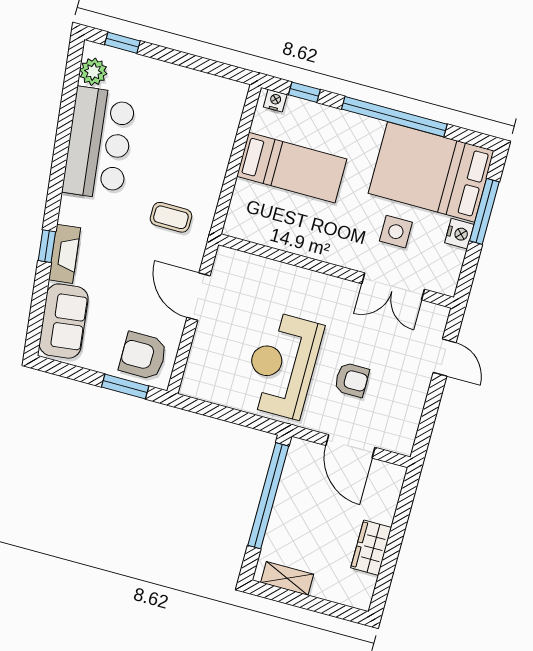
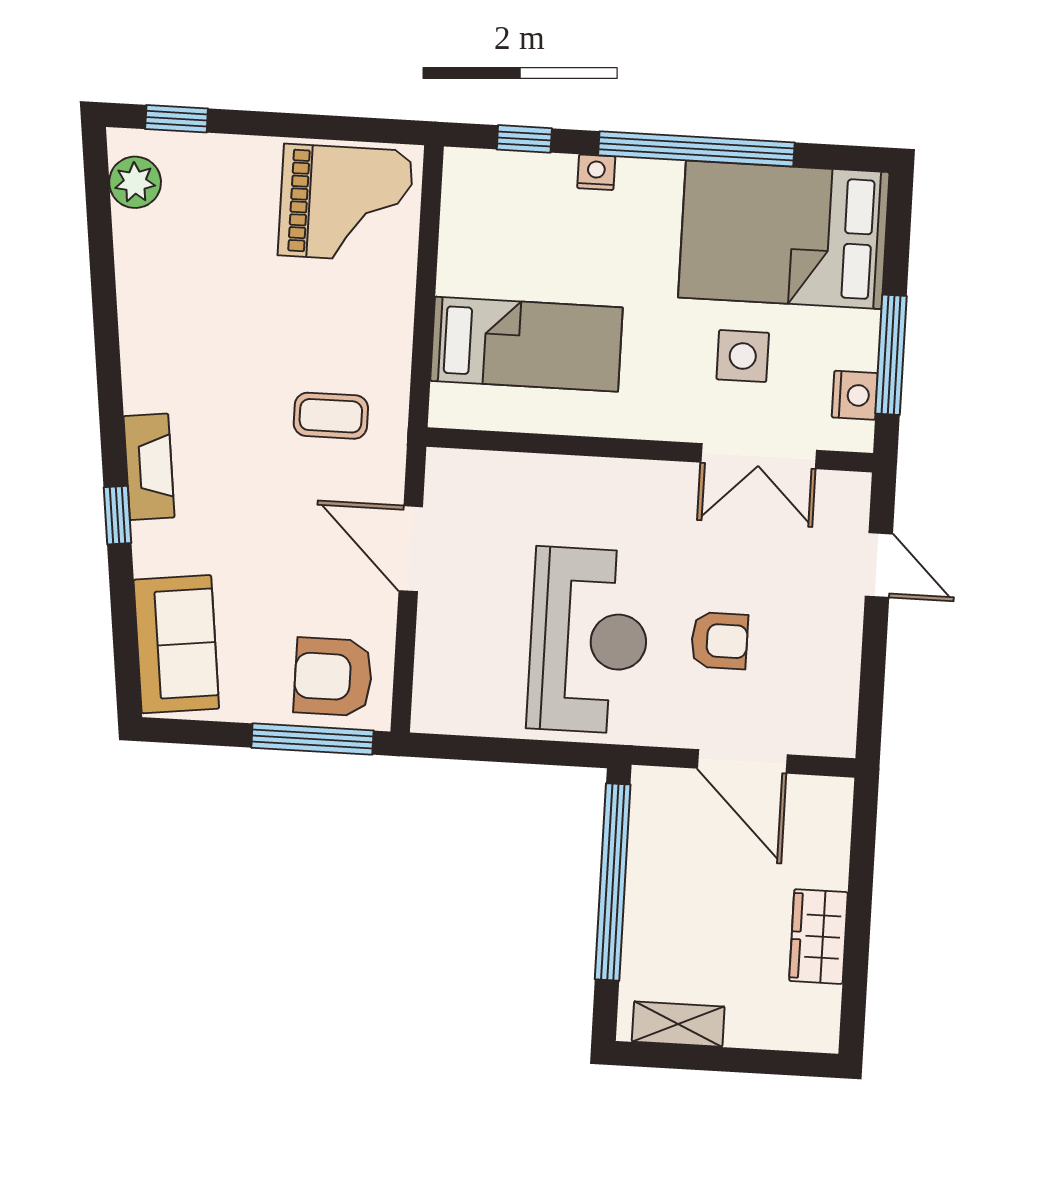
nightstand: (275, 101) -> (596, 172), moved
grand piano: (203, 106) -> (346, 203), added
bar counter: (99, 143) -> (172, 309), removed
bed: (292, 168) -> (526, 344), moved
window: (484, 211) -> (891, 355), moved
nightstand: (459, 234) -> (855, 395), moved
fireplace: (65, 254) -> (149, 467), moved
reception desk: (282, 365) -> (588, 640), turned 180
window: (125, 387) -> (312, 739), width x1.44

